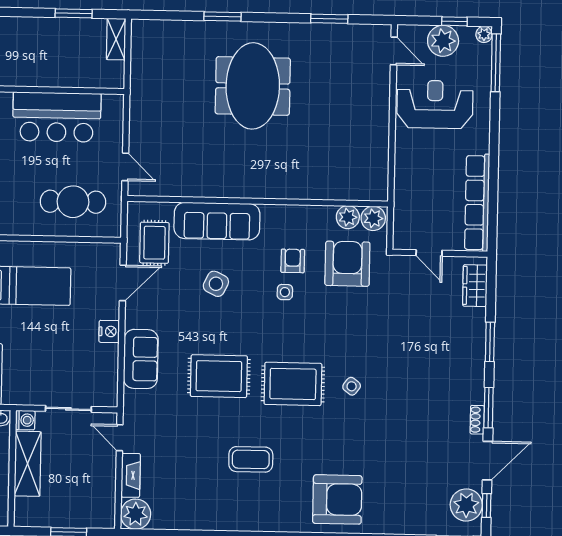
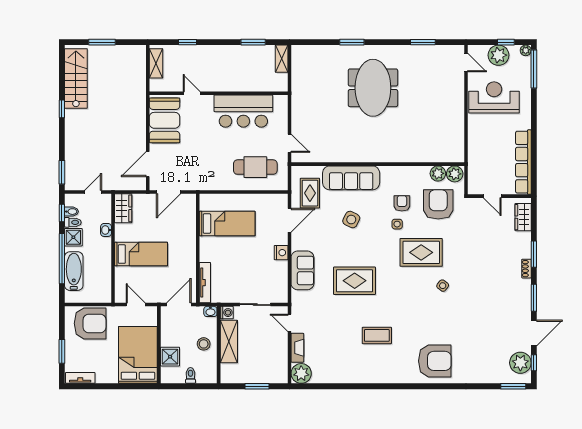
rug: (293, 384) -> (421, 252), moved
shoe rack: (477, 420) -> (526, 269), moved

